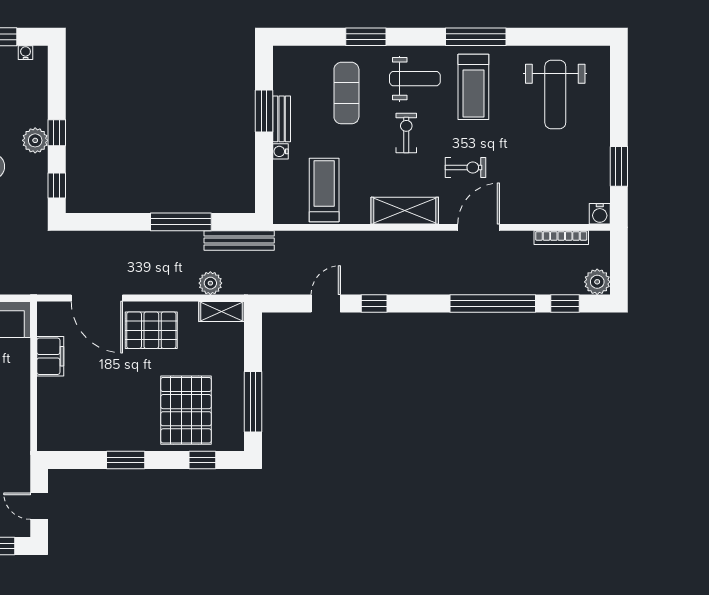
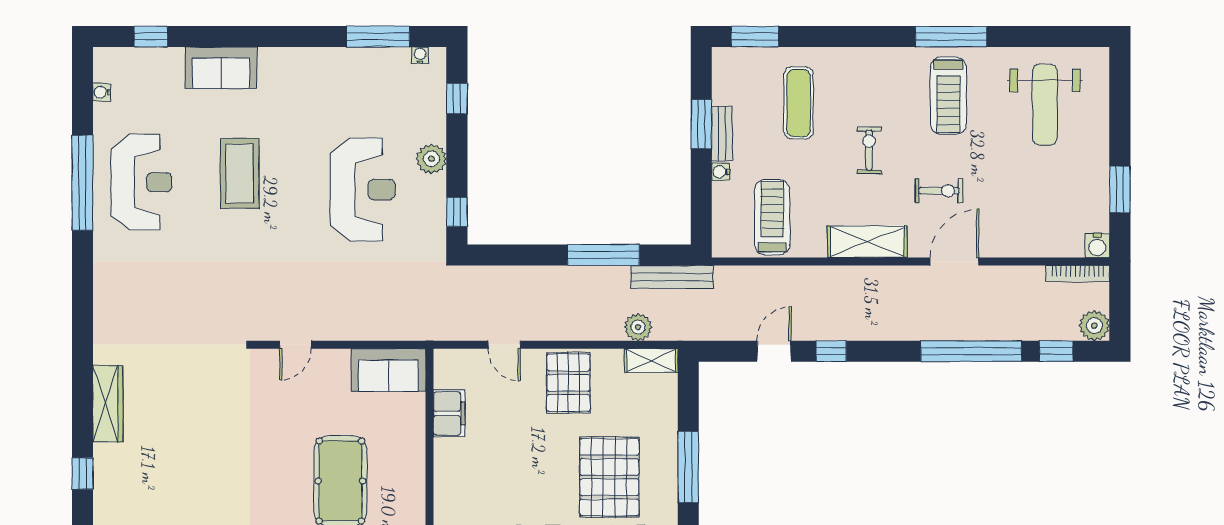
window: (366, 37) -> (755, 37), moved
weight bench: (415, 79) -> (879, 86), removed
window: (57, 133) -> (457, 99), moved
bookcase: (561, 238) -> (1078, 274), moved
door: (97, 298) -> (504, 345), width x0.53
pallet: (151, 330) -> (568, 383), turned 90

